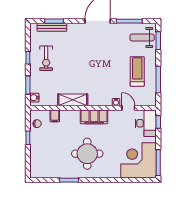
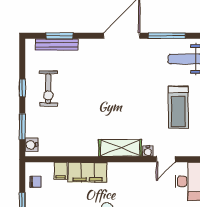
treadmill: (137, 71) -> (178, 107), turned 180
shelving: (73, 100) -> (120, 148), moved
door: (128, 108) -> (166, 159), swing flipped
filing cabinet: (94, 117) -> (88, 172), moved

